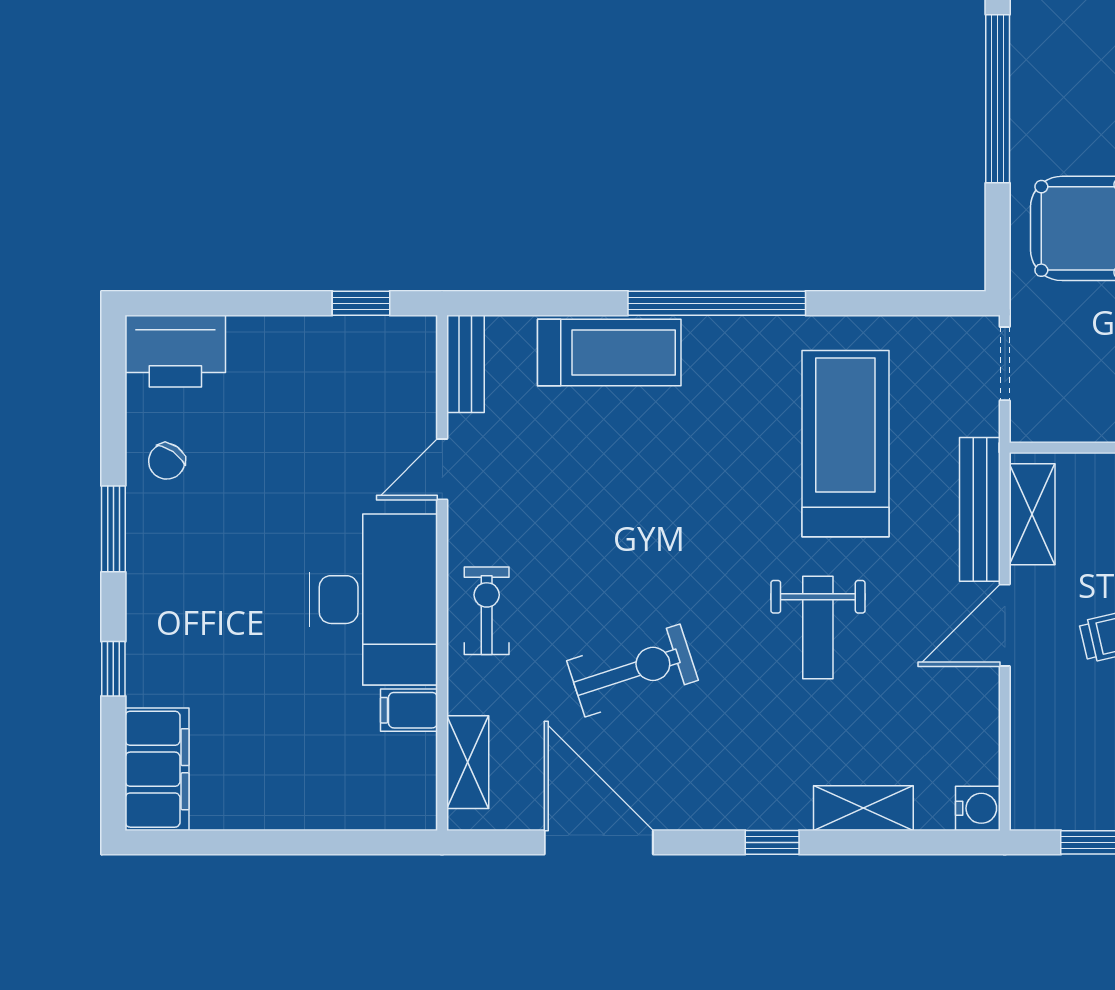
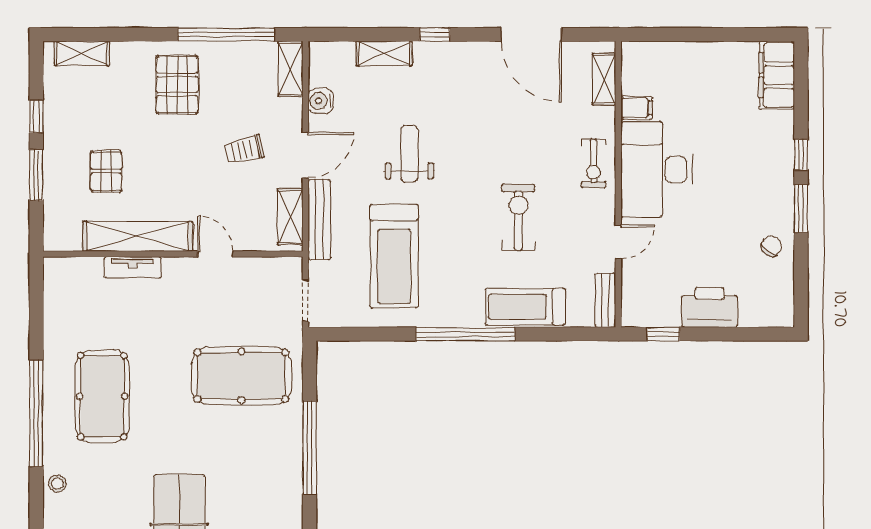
printer: (175, 351) -> (709, 307), moved
window: (113, 669) -> (801, 155), moved
exercise bike: (633, 670) -> (518, 217), moved, turned 108
shelving: (1032, 781) -> (290, 69), added
water cooler: (978, 808) -> (321, 101), moved

